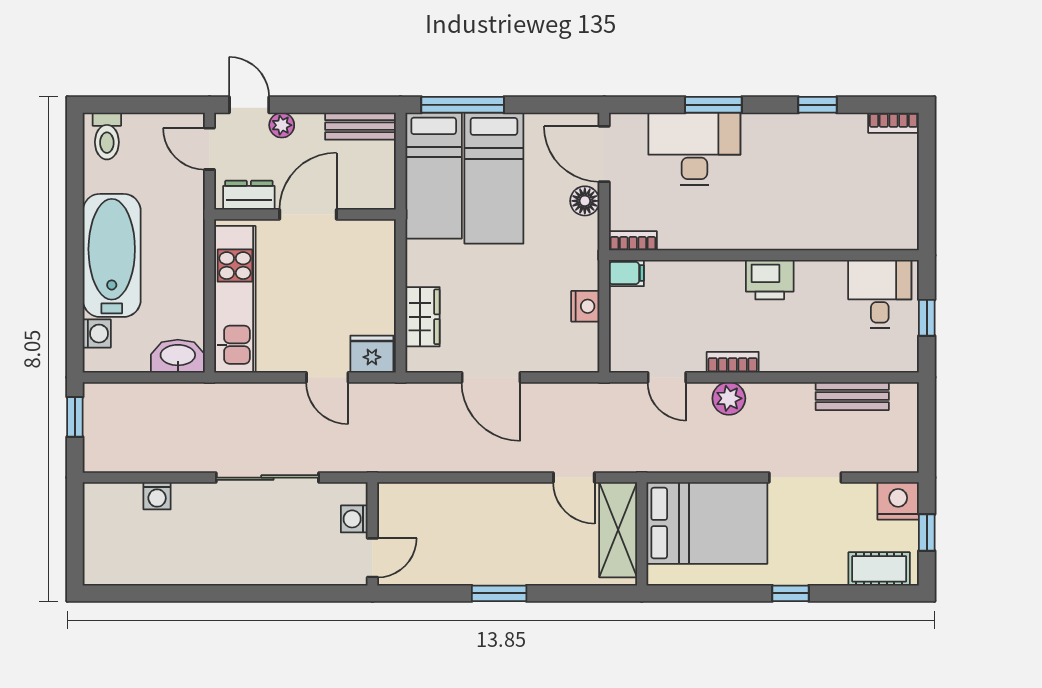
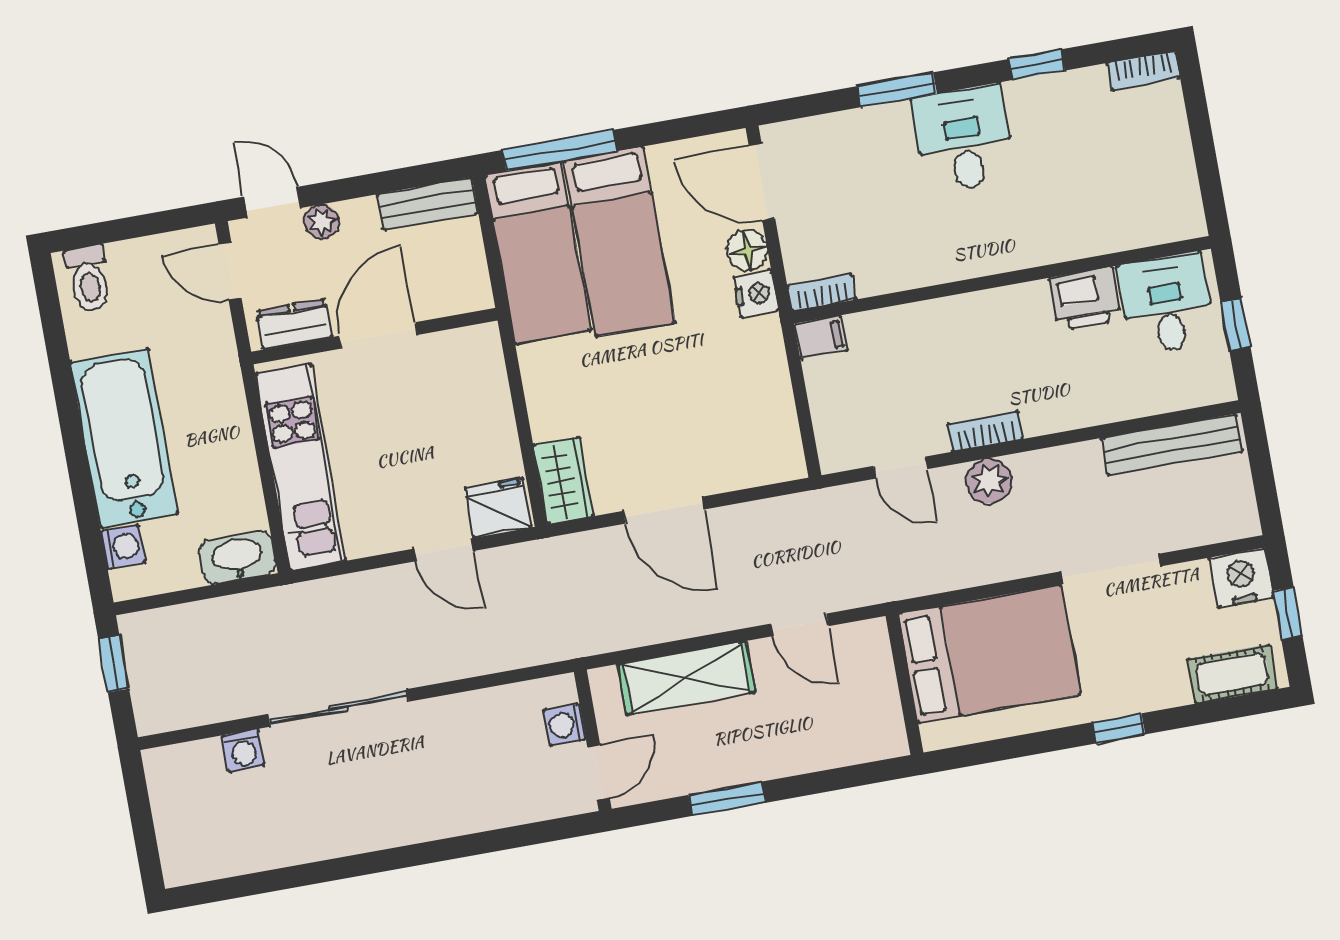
desk: (694, 149) -> (964, 139), moved, width x0.73
printer: (770, 280) -> (1085, 299), moved
nightstand: (585, 306) -> (756, 294), moved
wardrobe: (422, 317) -> (563, 481), moved
bench: (852, 396) -> (1172, 445), width x1.36
sliding door: (267, 478) -> (339, 708), moved
washing machine: (354, 519) -> (565, 725), moved
shelving: (618, 530) -> (686, 678), moved, turned 90
wall: (372, 534) -> (593, 740), moved
door: (372, 558) -> (599, 772), moved

